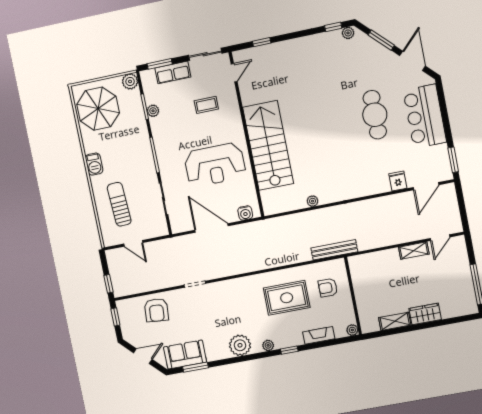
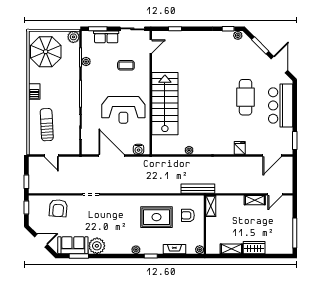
fridge: (398, 181) -> (240, 148), moved
shelving: (356, 270) -> (211, 206), added
plant: (240, 345) -> (97, 246), moved

